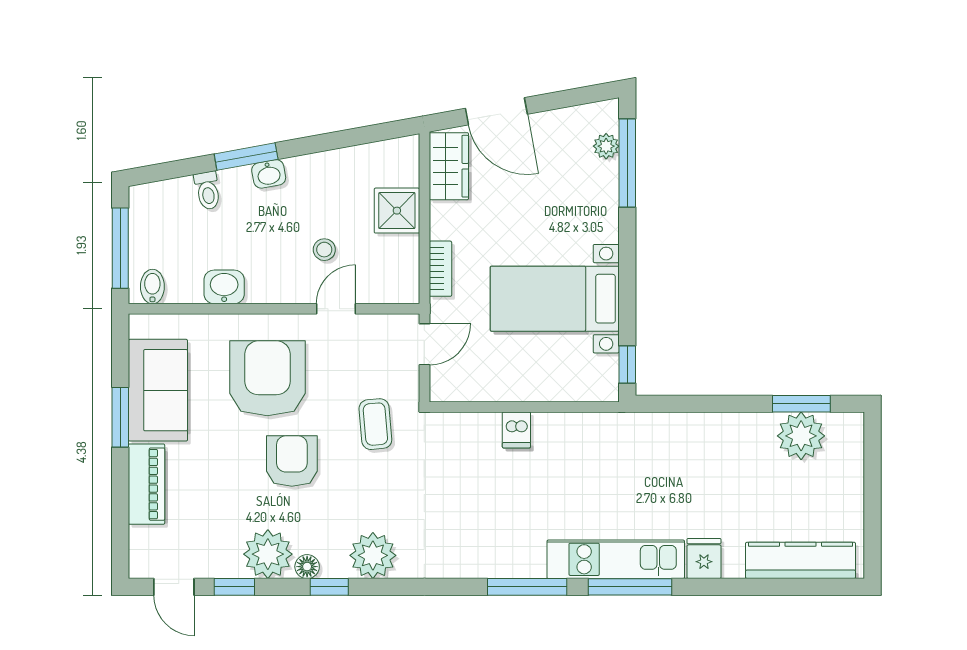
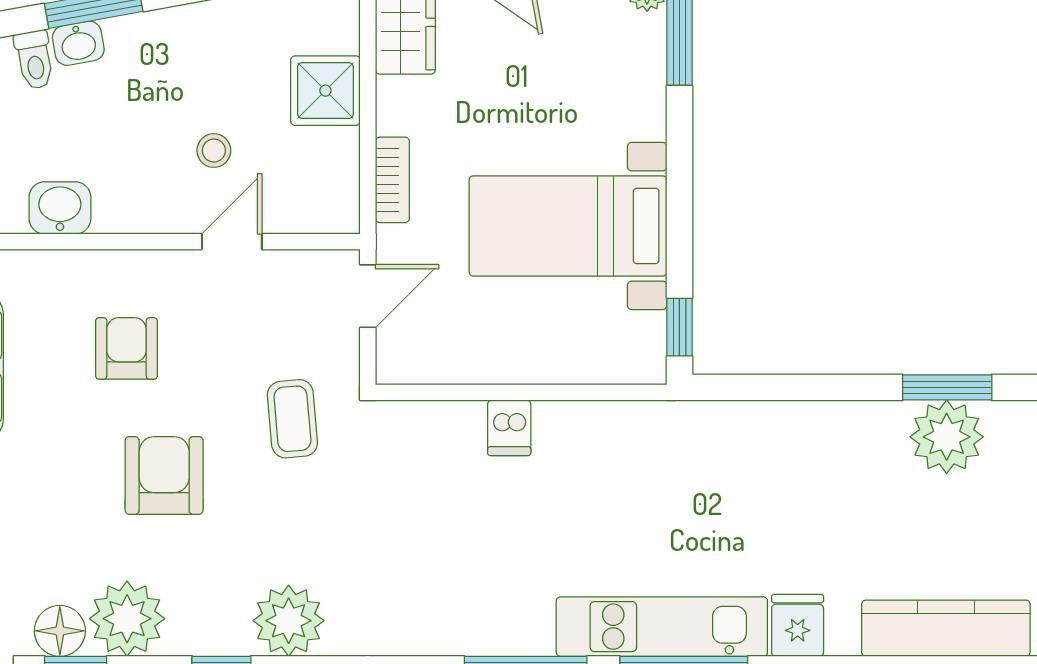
washbasin: (269, 174) -> (78, 43), moved
armchair: (267, 378) -> (127, 348), width x0.53, depth x0.53
floor lamp: (307, 567) -> (60, 631), moved, width x1.37, depth x1.37

